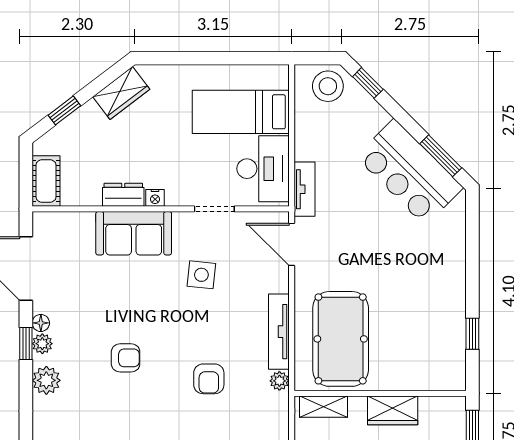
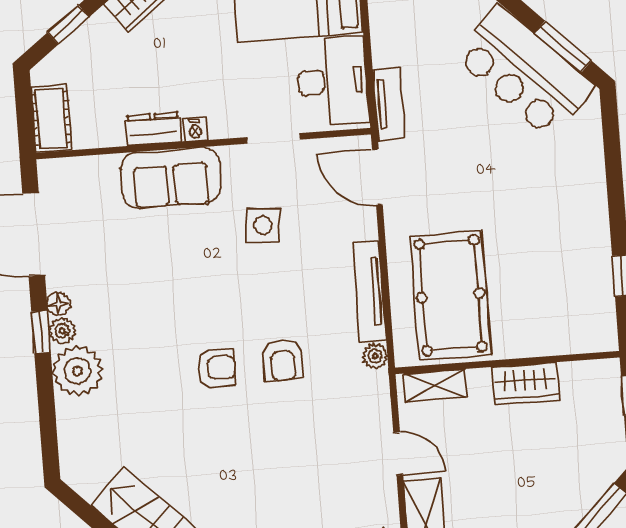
armchair: (126, 358) -> (216, 368), moved
plant: (46, 380) -> (77, 371), width x1.36, depth x1.36

